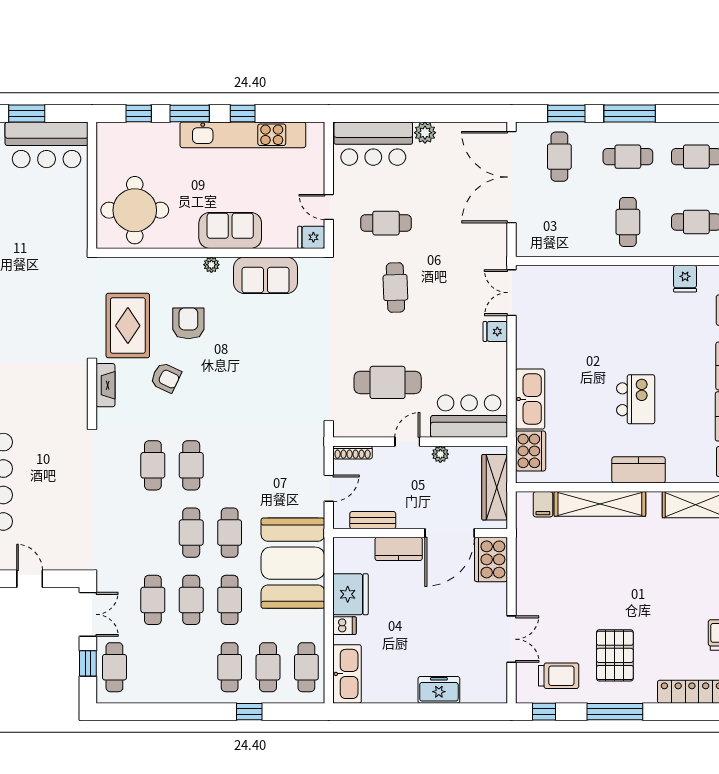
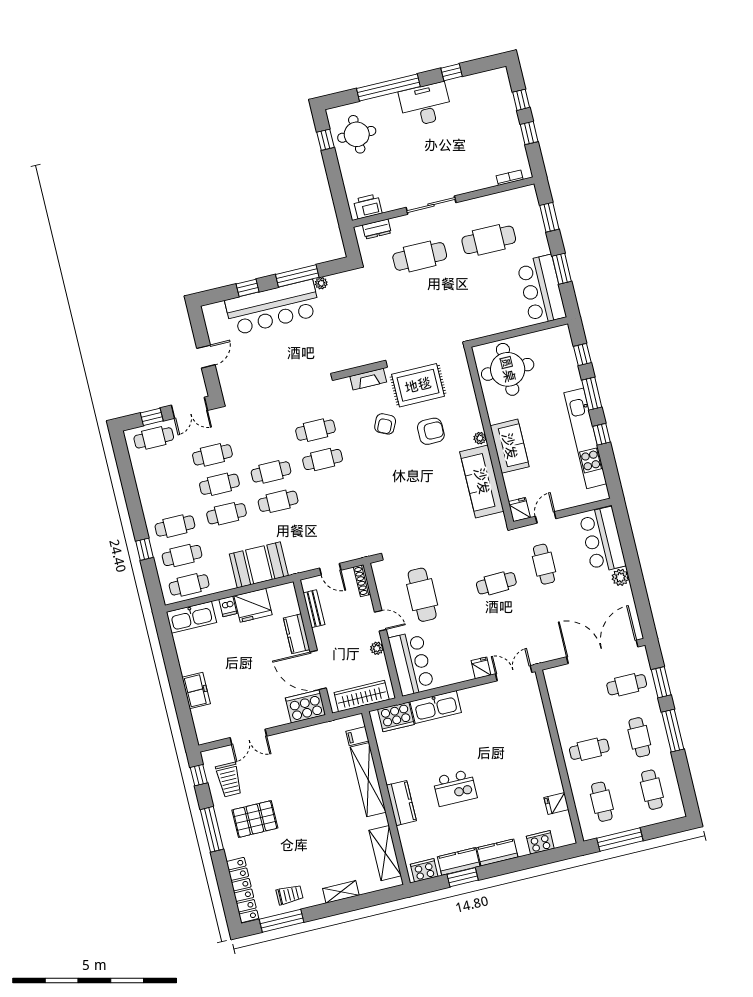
sofa: (265, 275) -> (482, 481), width x1.36
booth: (293, 563) -> (259, 565), width x0.73, depth x0.70

